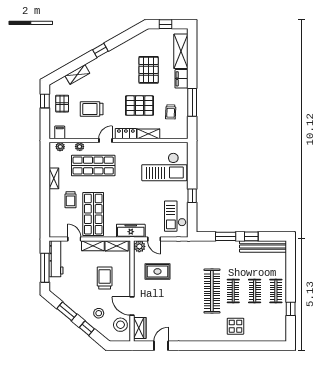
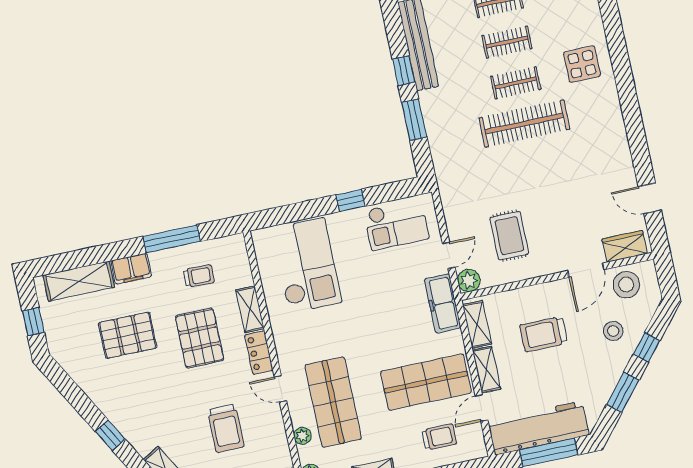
trolley: (71, 200) -> (439, 437), moved
workbench: (56, 259) -> (538, 428), width x1.36, depth x1.32

